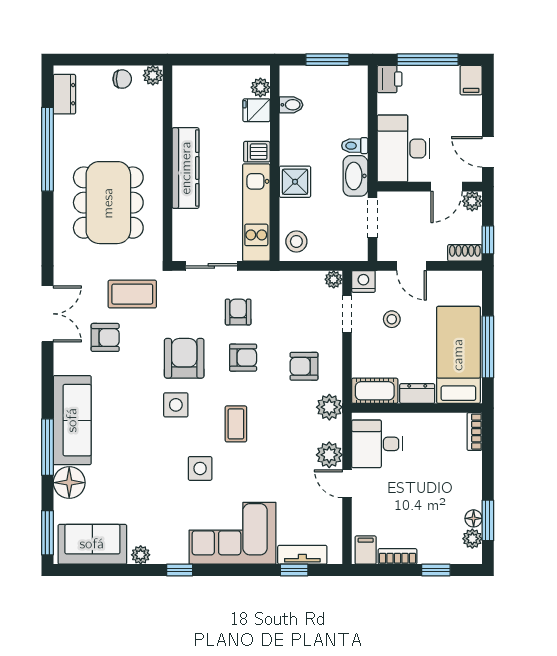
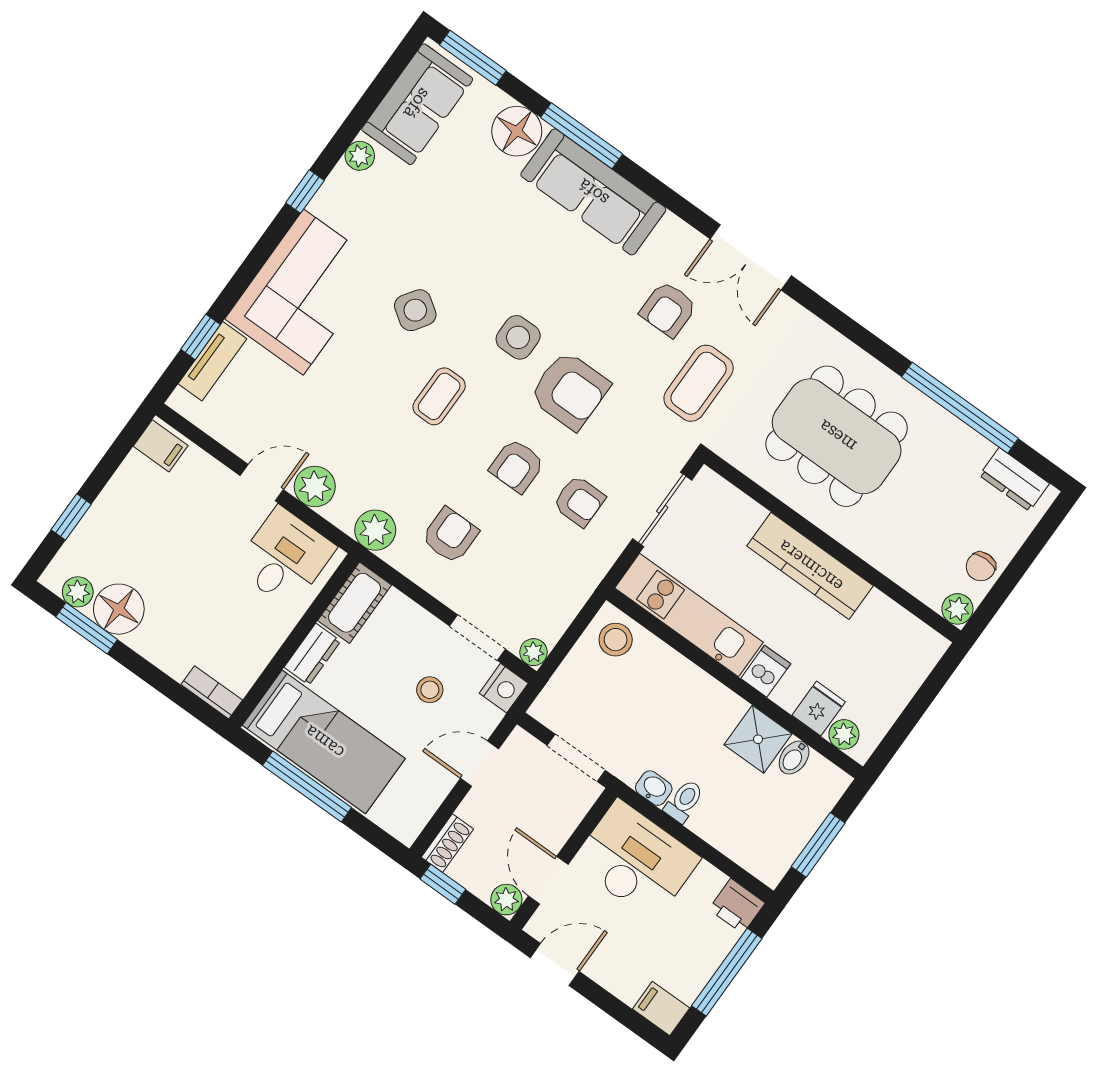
washbasin: (355, 176) -> (654, 788), width x0.52, depth x0.69
shower: (295, 182) -> (758, 739), moved
coffee table: (236, 424) -> (439, 396), turned 90
side table: (200, 468) -> (415, 310), turned 34
floor lamp: (474, 518) -> (119, 609), width x1.89, depth x1.89
bookcase: (397, 556) -> (123, 481), removed

